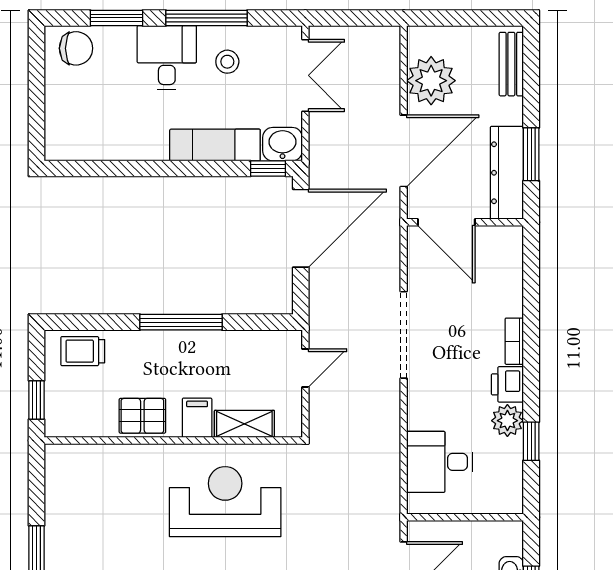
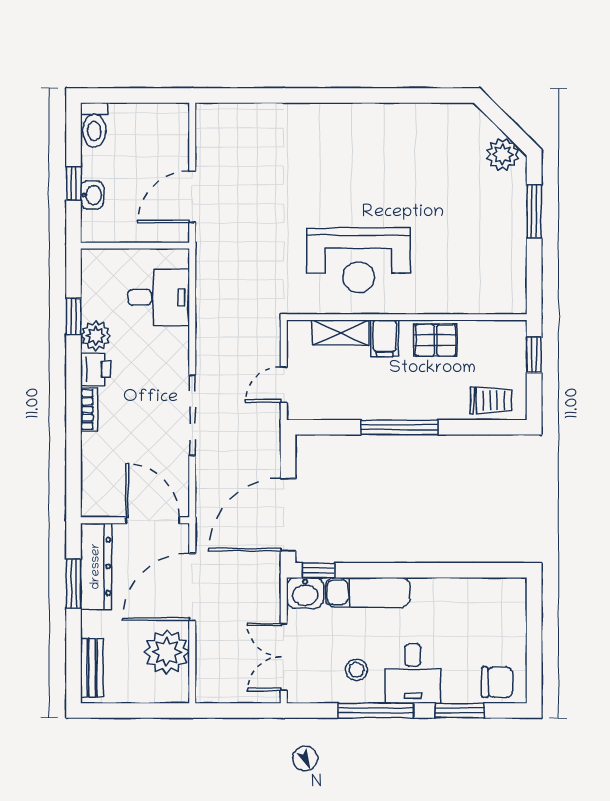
chair: (76, 48) -> (497, 682), turned 180

